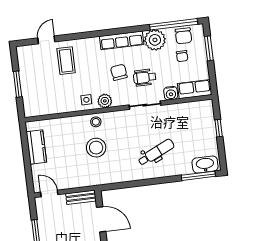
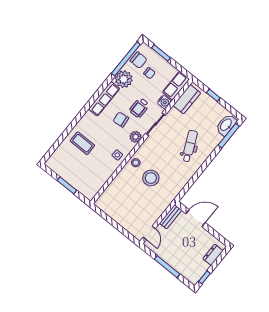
door: (46, 40) -> (58, 142), removed
plant: (105, 101) -> (136, 137), moved
kitchen counter: (36, 147) -> (187, 99), moved, turned 90
door: (49, 193) -> (149, 233), swing flipped

